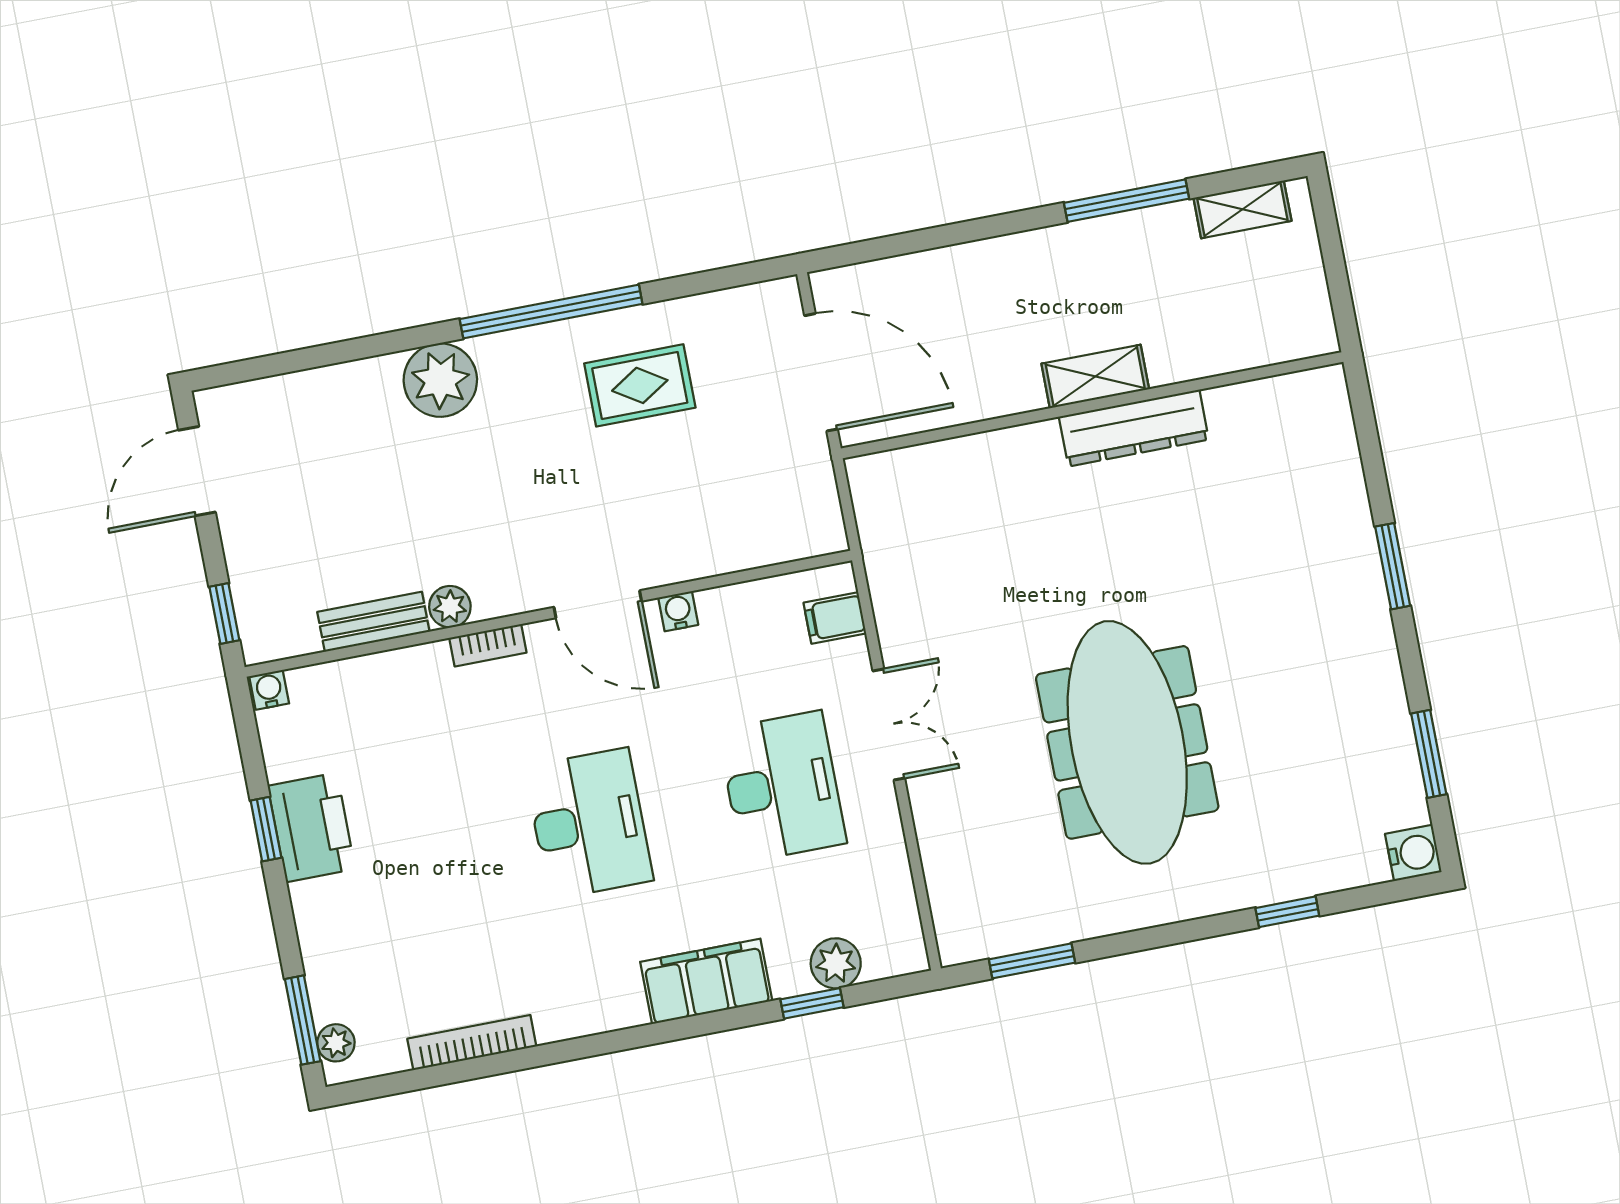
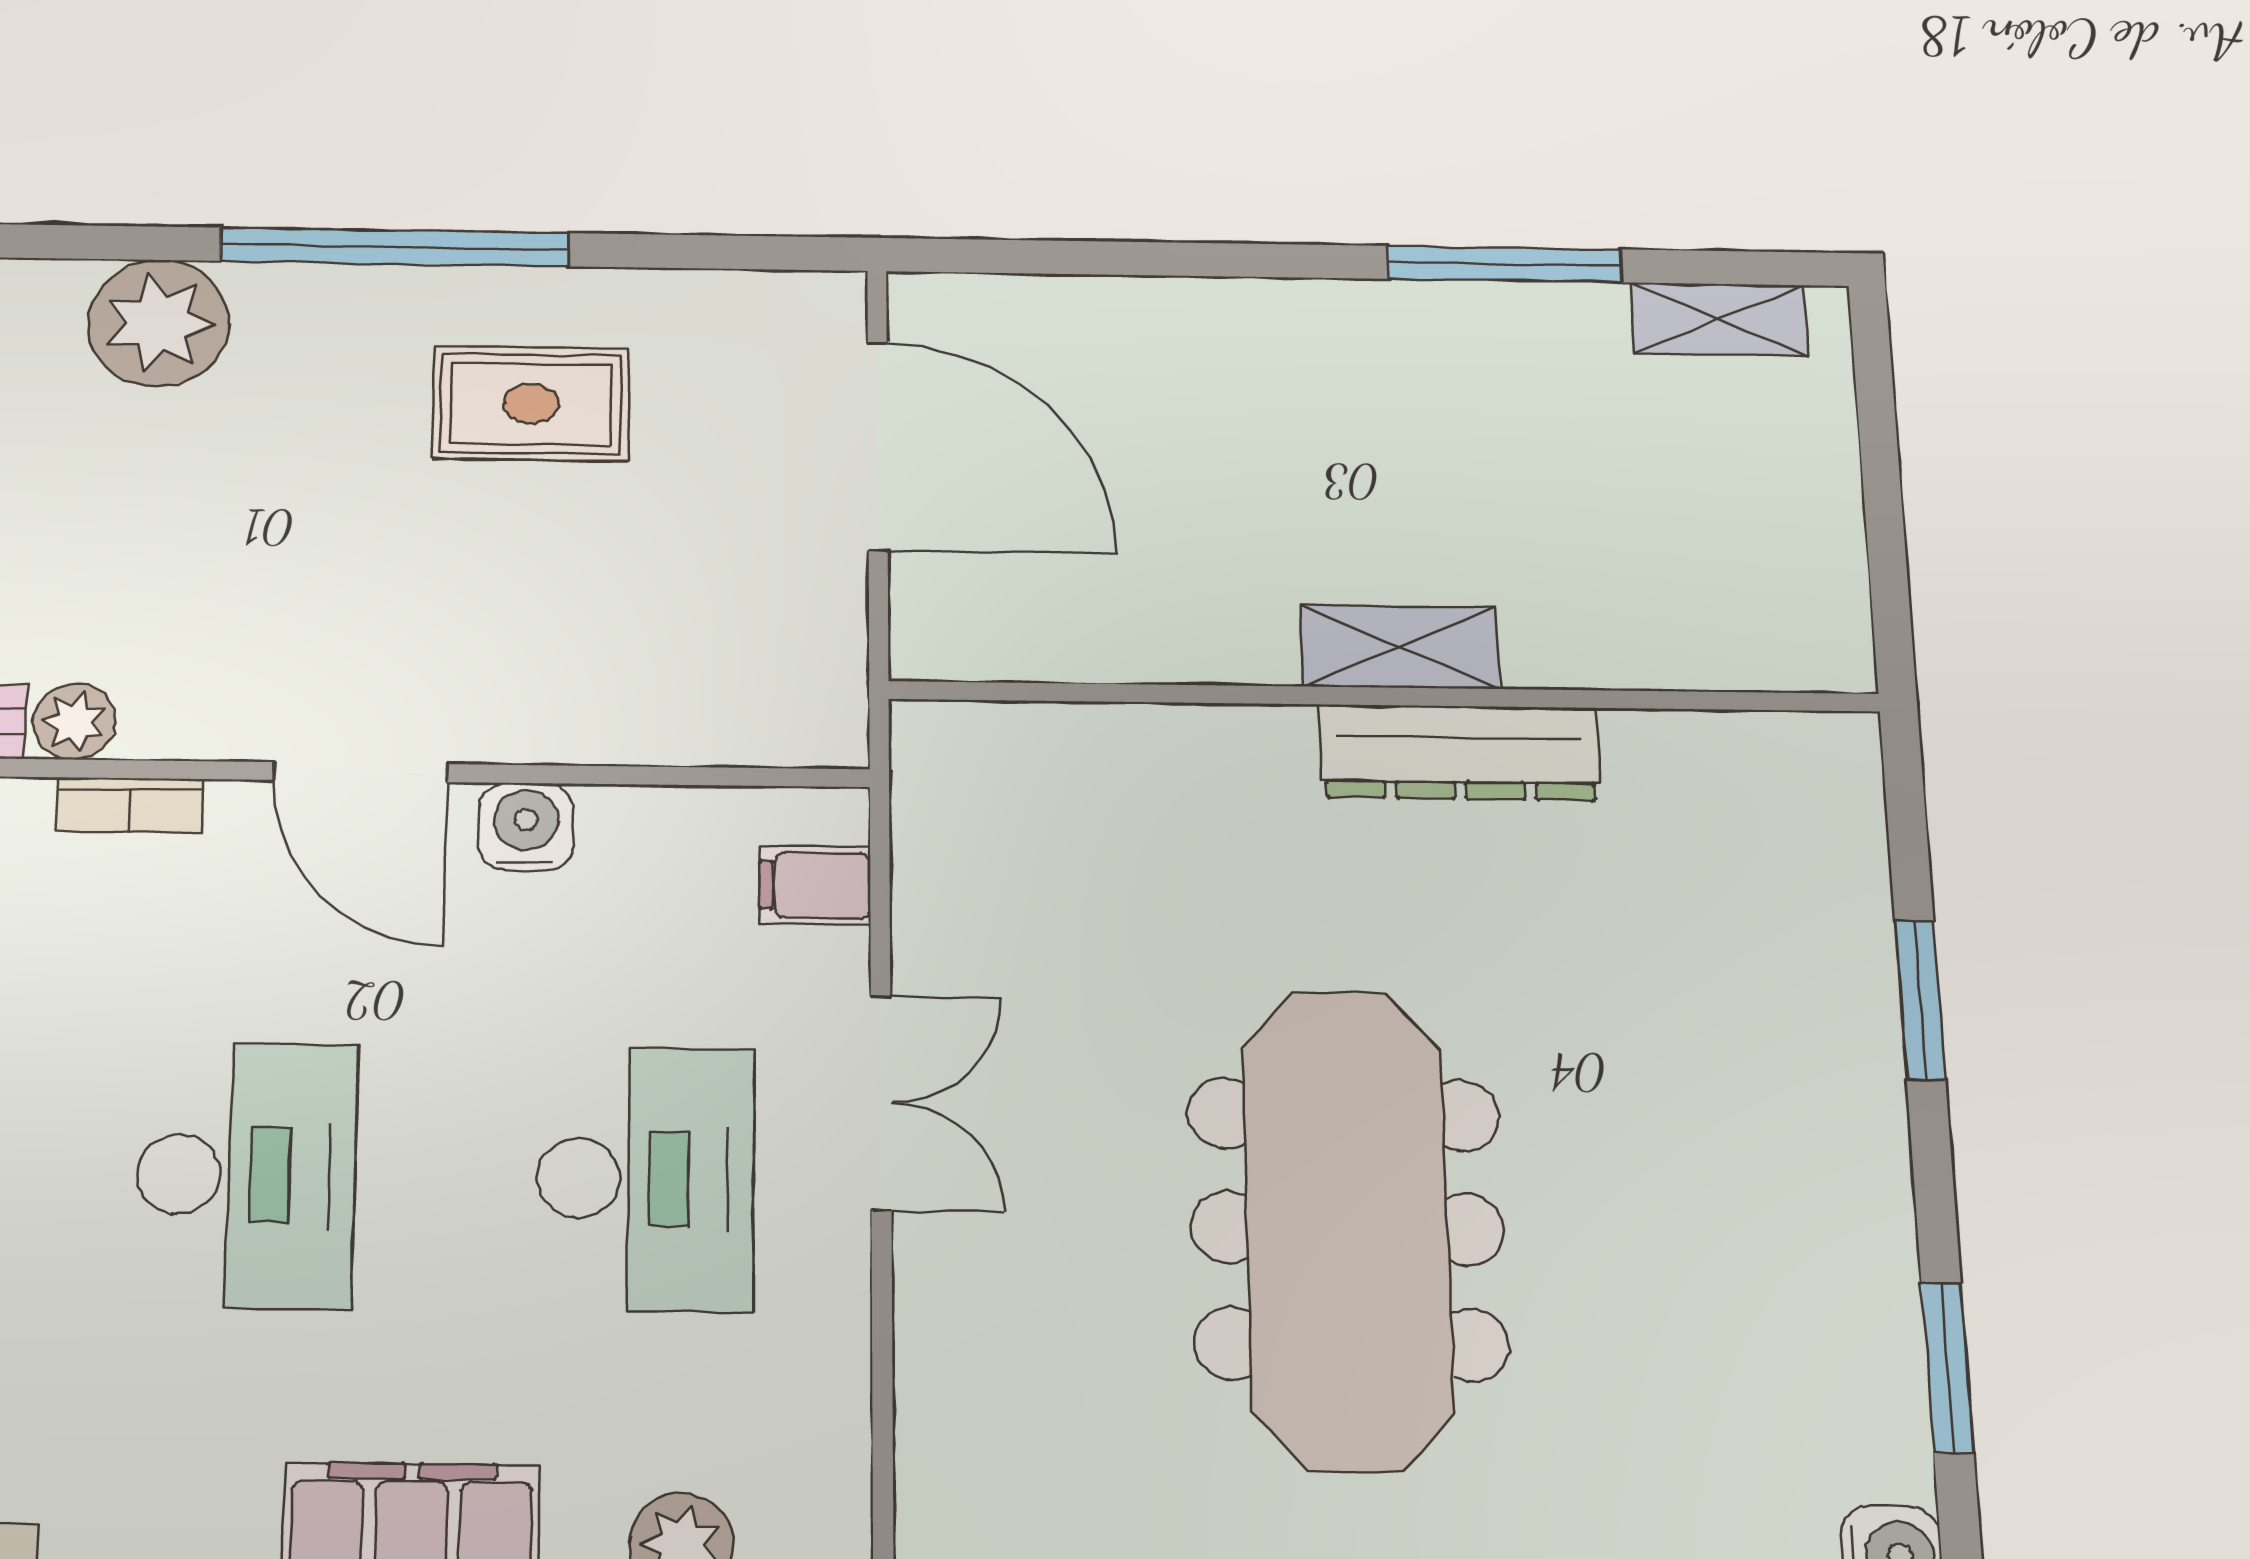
shelving: (1095, 376) -> (1400, 647), moved
wall: (1092, 405) -> (1385, 696), moved
dresser: (1134, 428) -> (1459, 752), moved
water cooler: (678, 611) -> (526, 827), width x1.38, depth x1.38

